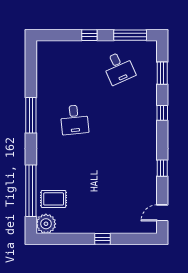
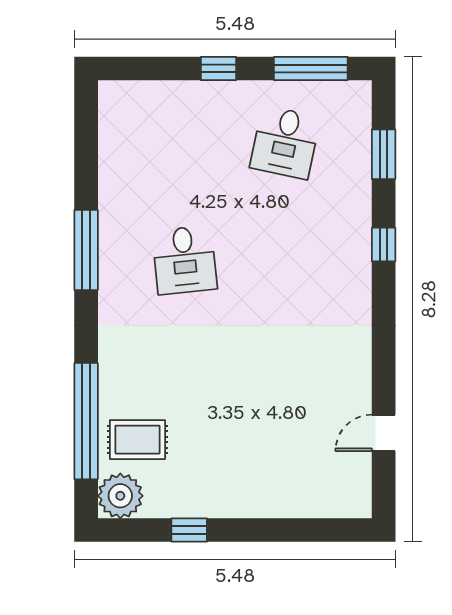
desk: (119, 68) -> (285, 142), turned 36
window: (162, 168) -> (384, 370), removed
door: (162, 213) -> (384, 433), moved
window: (103, 239) -> (189, 530), moved

